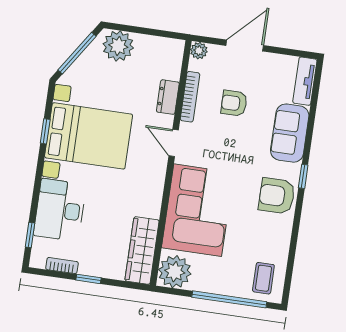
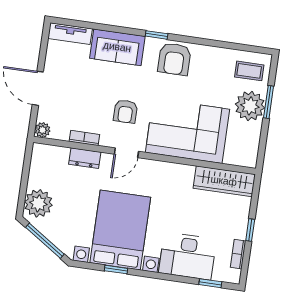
bookcase: (190, 97) -> (84, 138), width x0.64
armchair: (234, 103) -> (126, 111), moved
plant: (175, 272) -> (250, 106), moved
window: (229, 299) -> (269, 102), width x0.47

